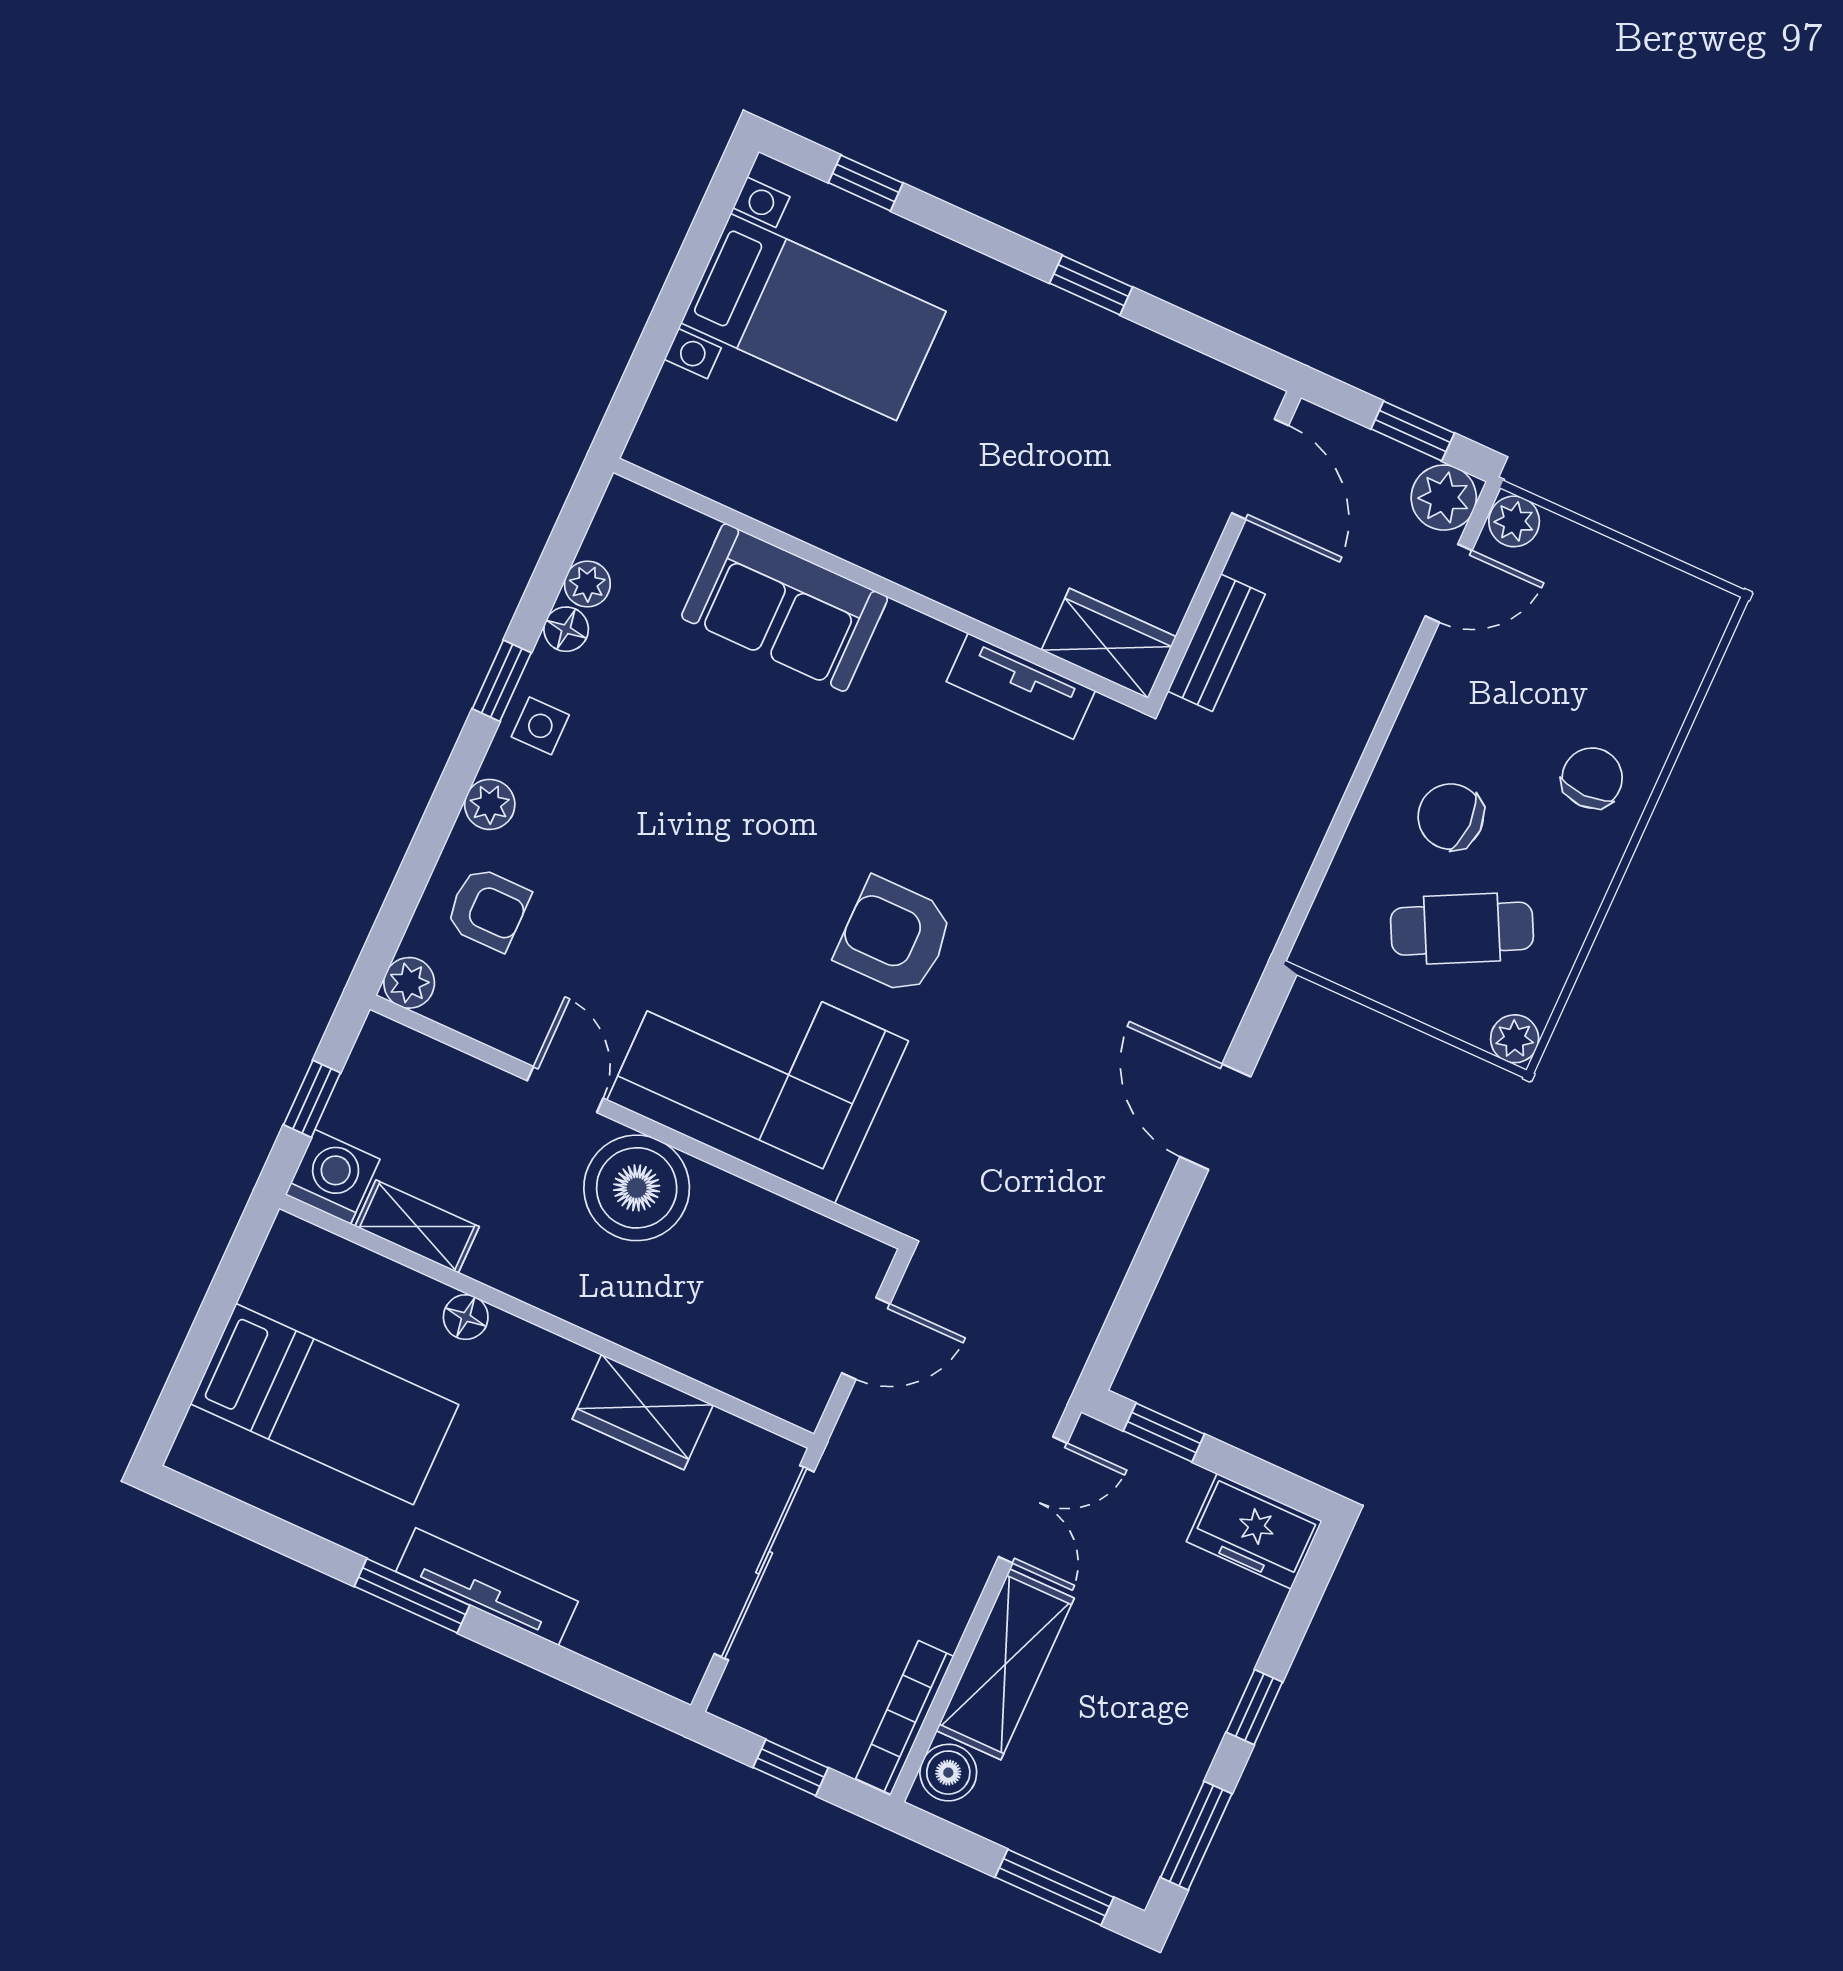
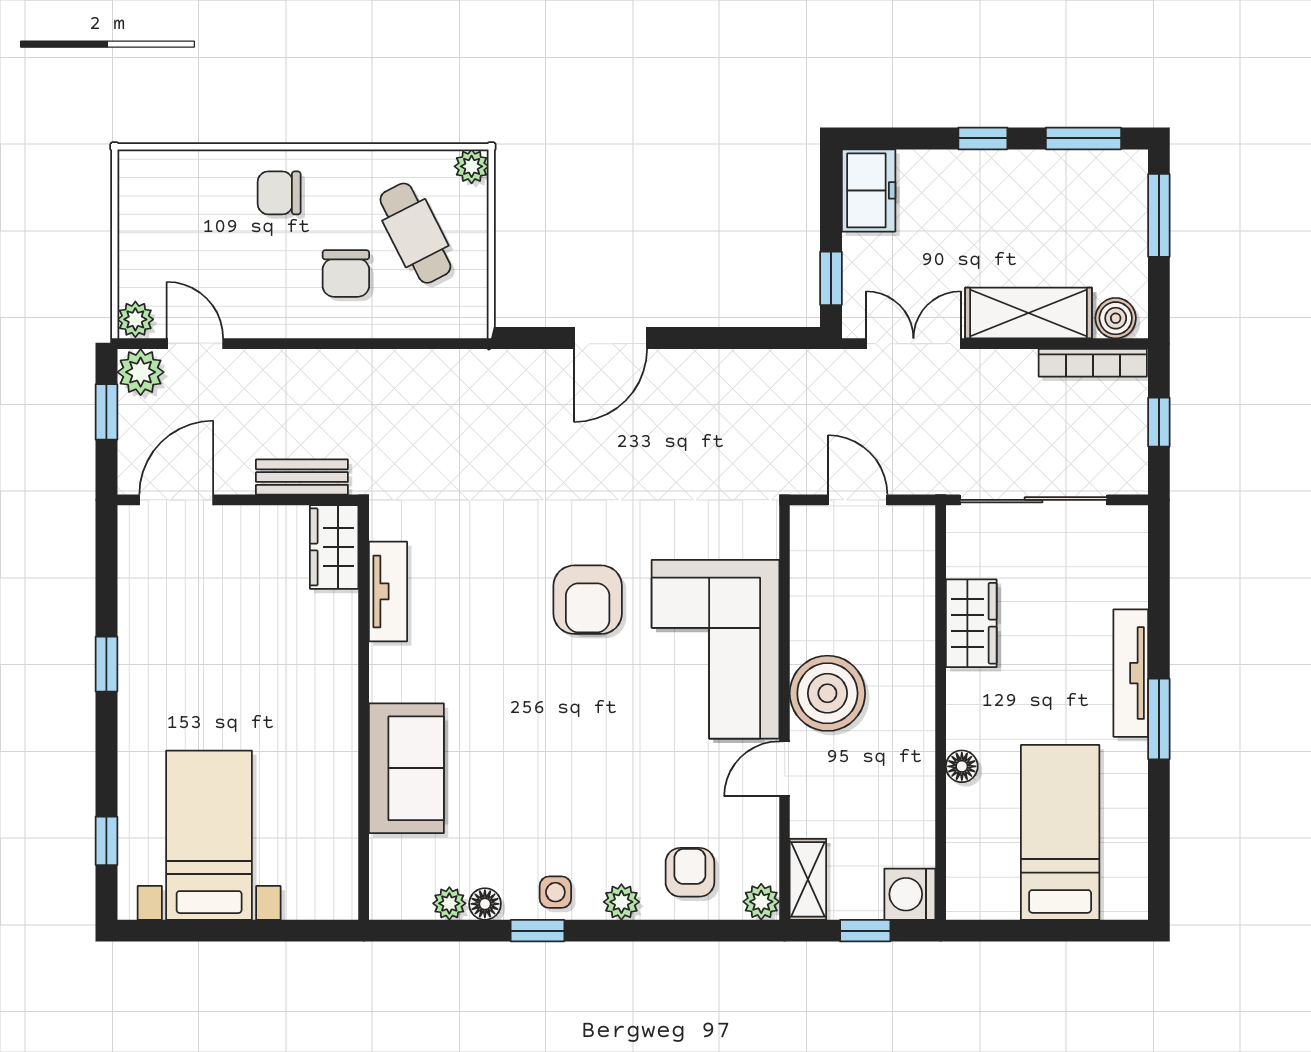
shelving: (417, 1226) -> (808, 879), moved

